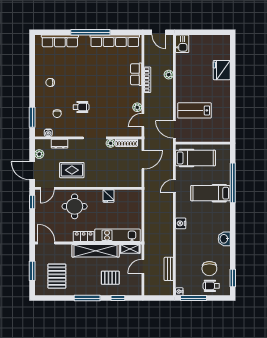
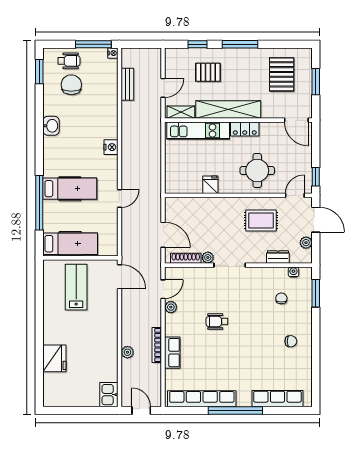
wheelchair: (81, 107) -> (217, 322), moved
lab bench: (194, 110) -> (76, 287), moved, turned -90
hospital bed: (195, 158) -> (70, 244), moved, turned 180
door: (143, 160) -> (163, 235), swing flipped

